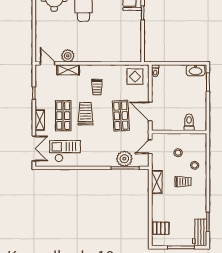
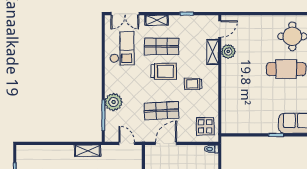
plant: (124, 159) -> (114, 102), moved
pallet: (161, 228) -> (36, 155), removed

